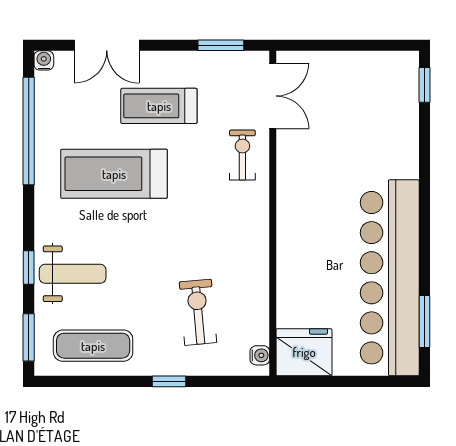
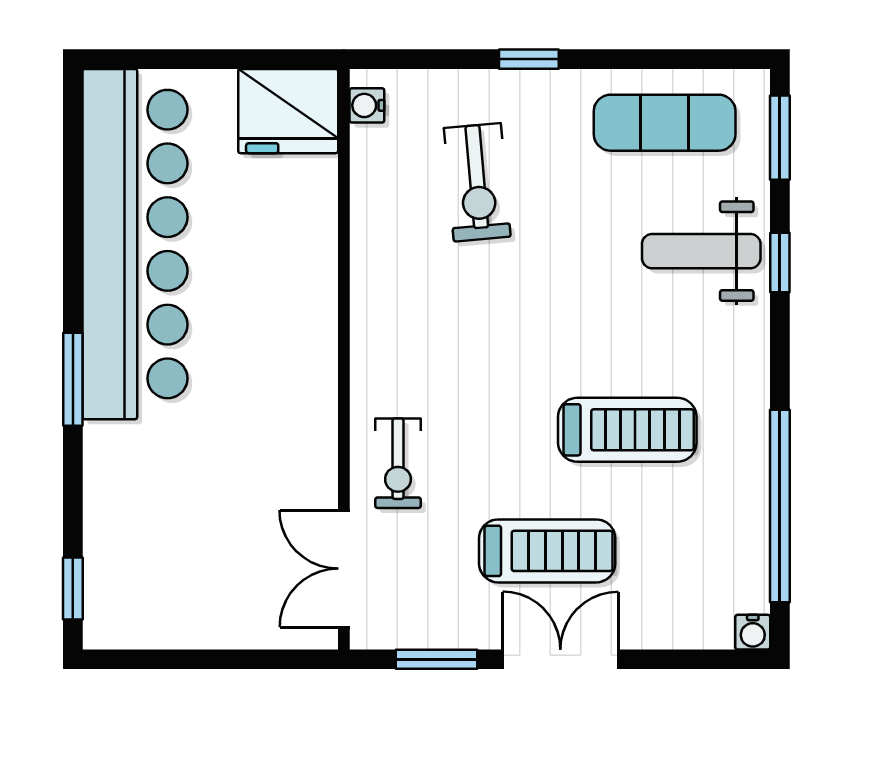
double door: (107, 45) -> (560, 659), moved
treadmill: (114, 174) -> (627, 430), width x0.73, depth x0.73
window: (424, 321) -> (73, 379), moved

